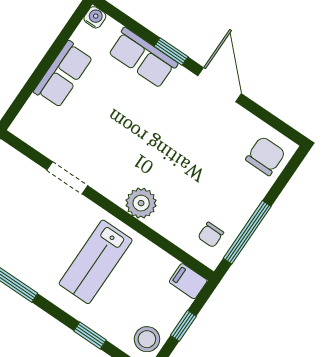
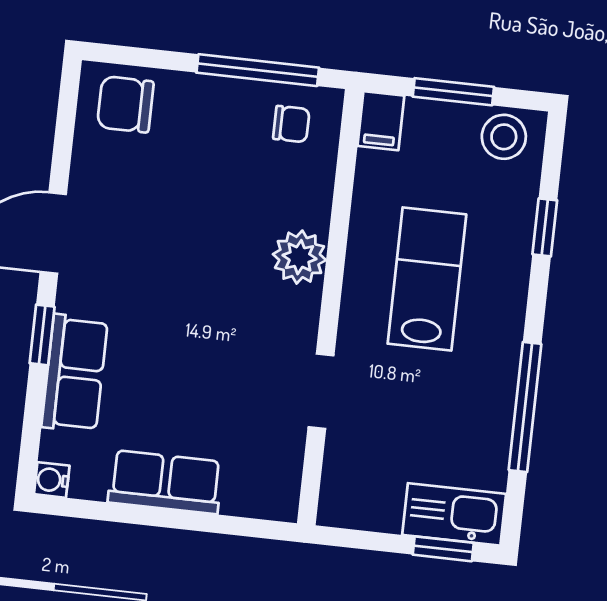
lab bench: (96, 262) -> (427, 279), turned -90
window: (183, 326) -> (453, 92), width x1.50

